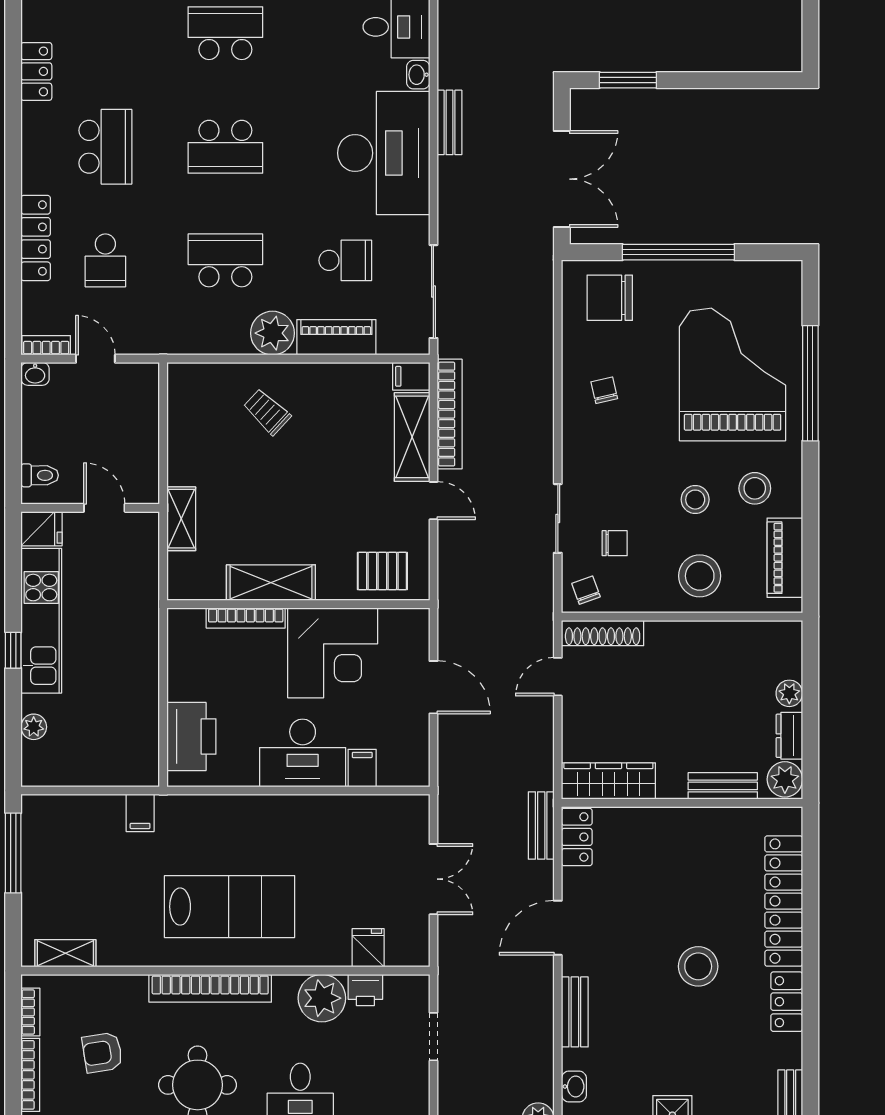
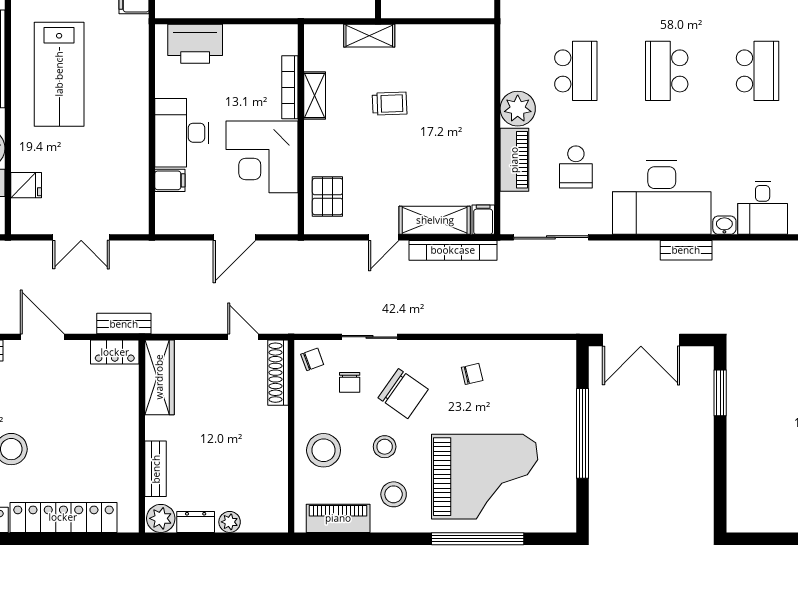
chair: (610, 298) -> (403, 394), moved, turned 125
trolley: (267, 412) -> (390, 104), moved, turned 45
shelving: (271, 583) -> (315, 96), width x0.67, depth x0.75

